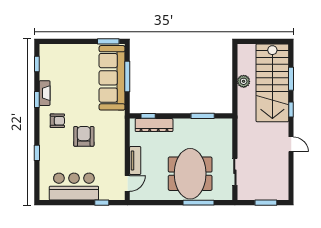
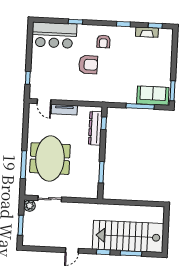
sofa: (112, 78) -> (153, 96), width x0.54, depth x0.79
plant: (244, 81) -> (30, 206), moved
fireplace: (45, 93) -> (147, 32), moved
meeting table: (190, 174) -> (50, 159), turned 90
bar counter: (74, 187) -> (54, 35), moved, turned 90

